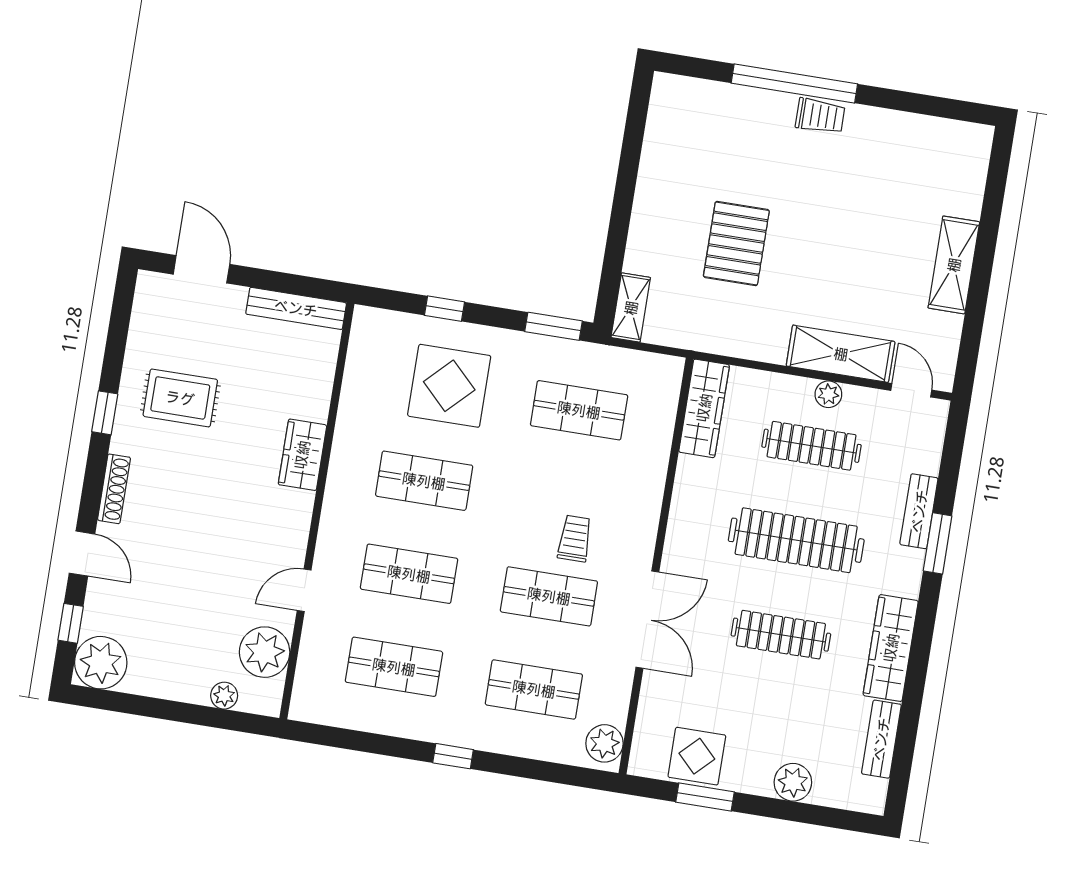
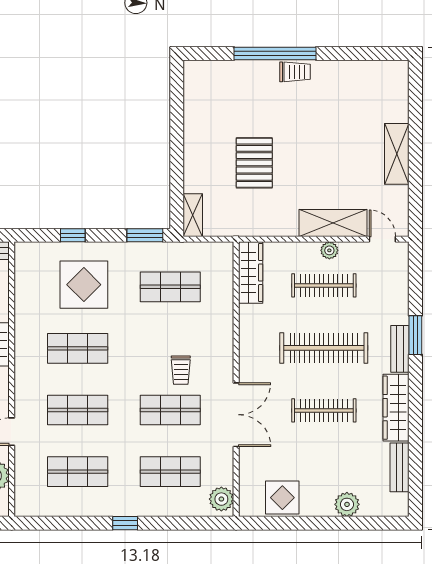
bench: (919, 511) -> (400, 349), moved
trolley: (575, 539) -> (181, 370), turned 180
window: (705, 797) -> (292, 523), removed

